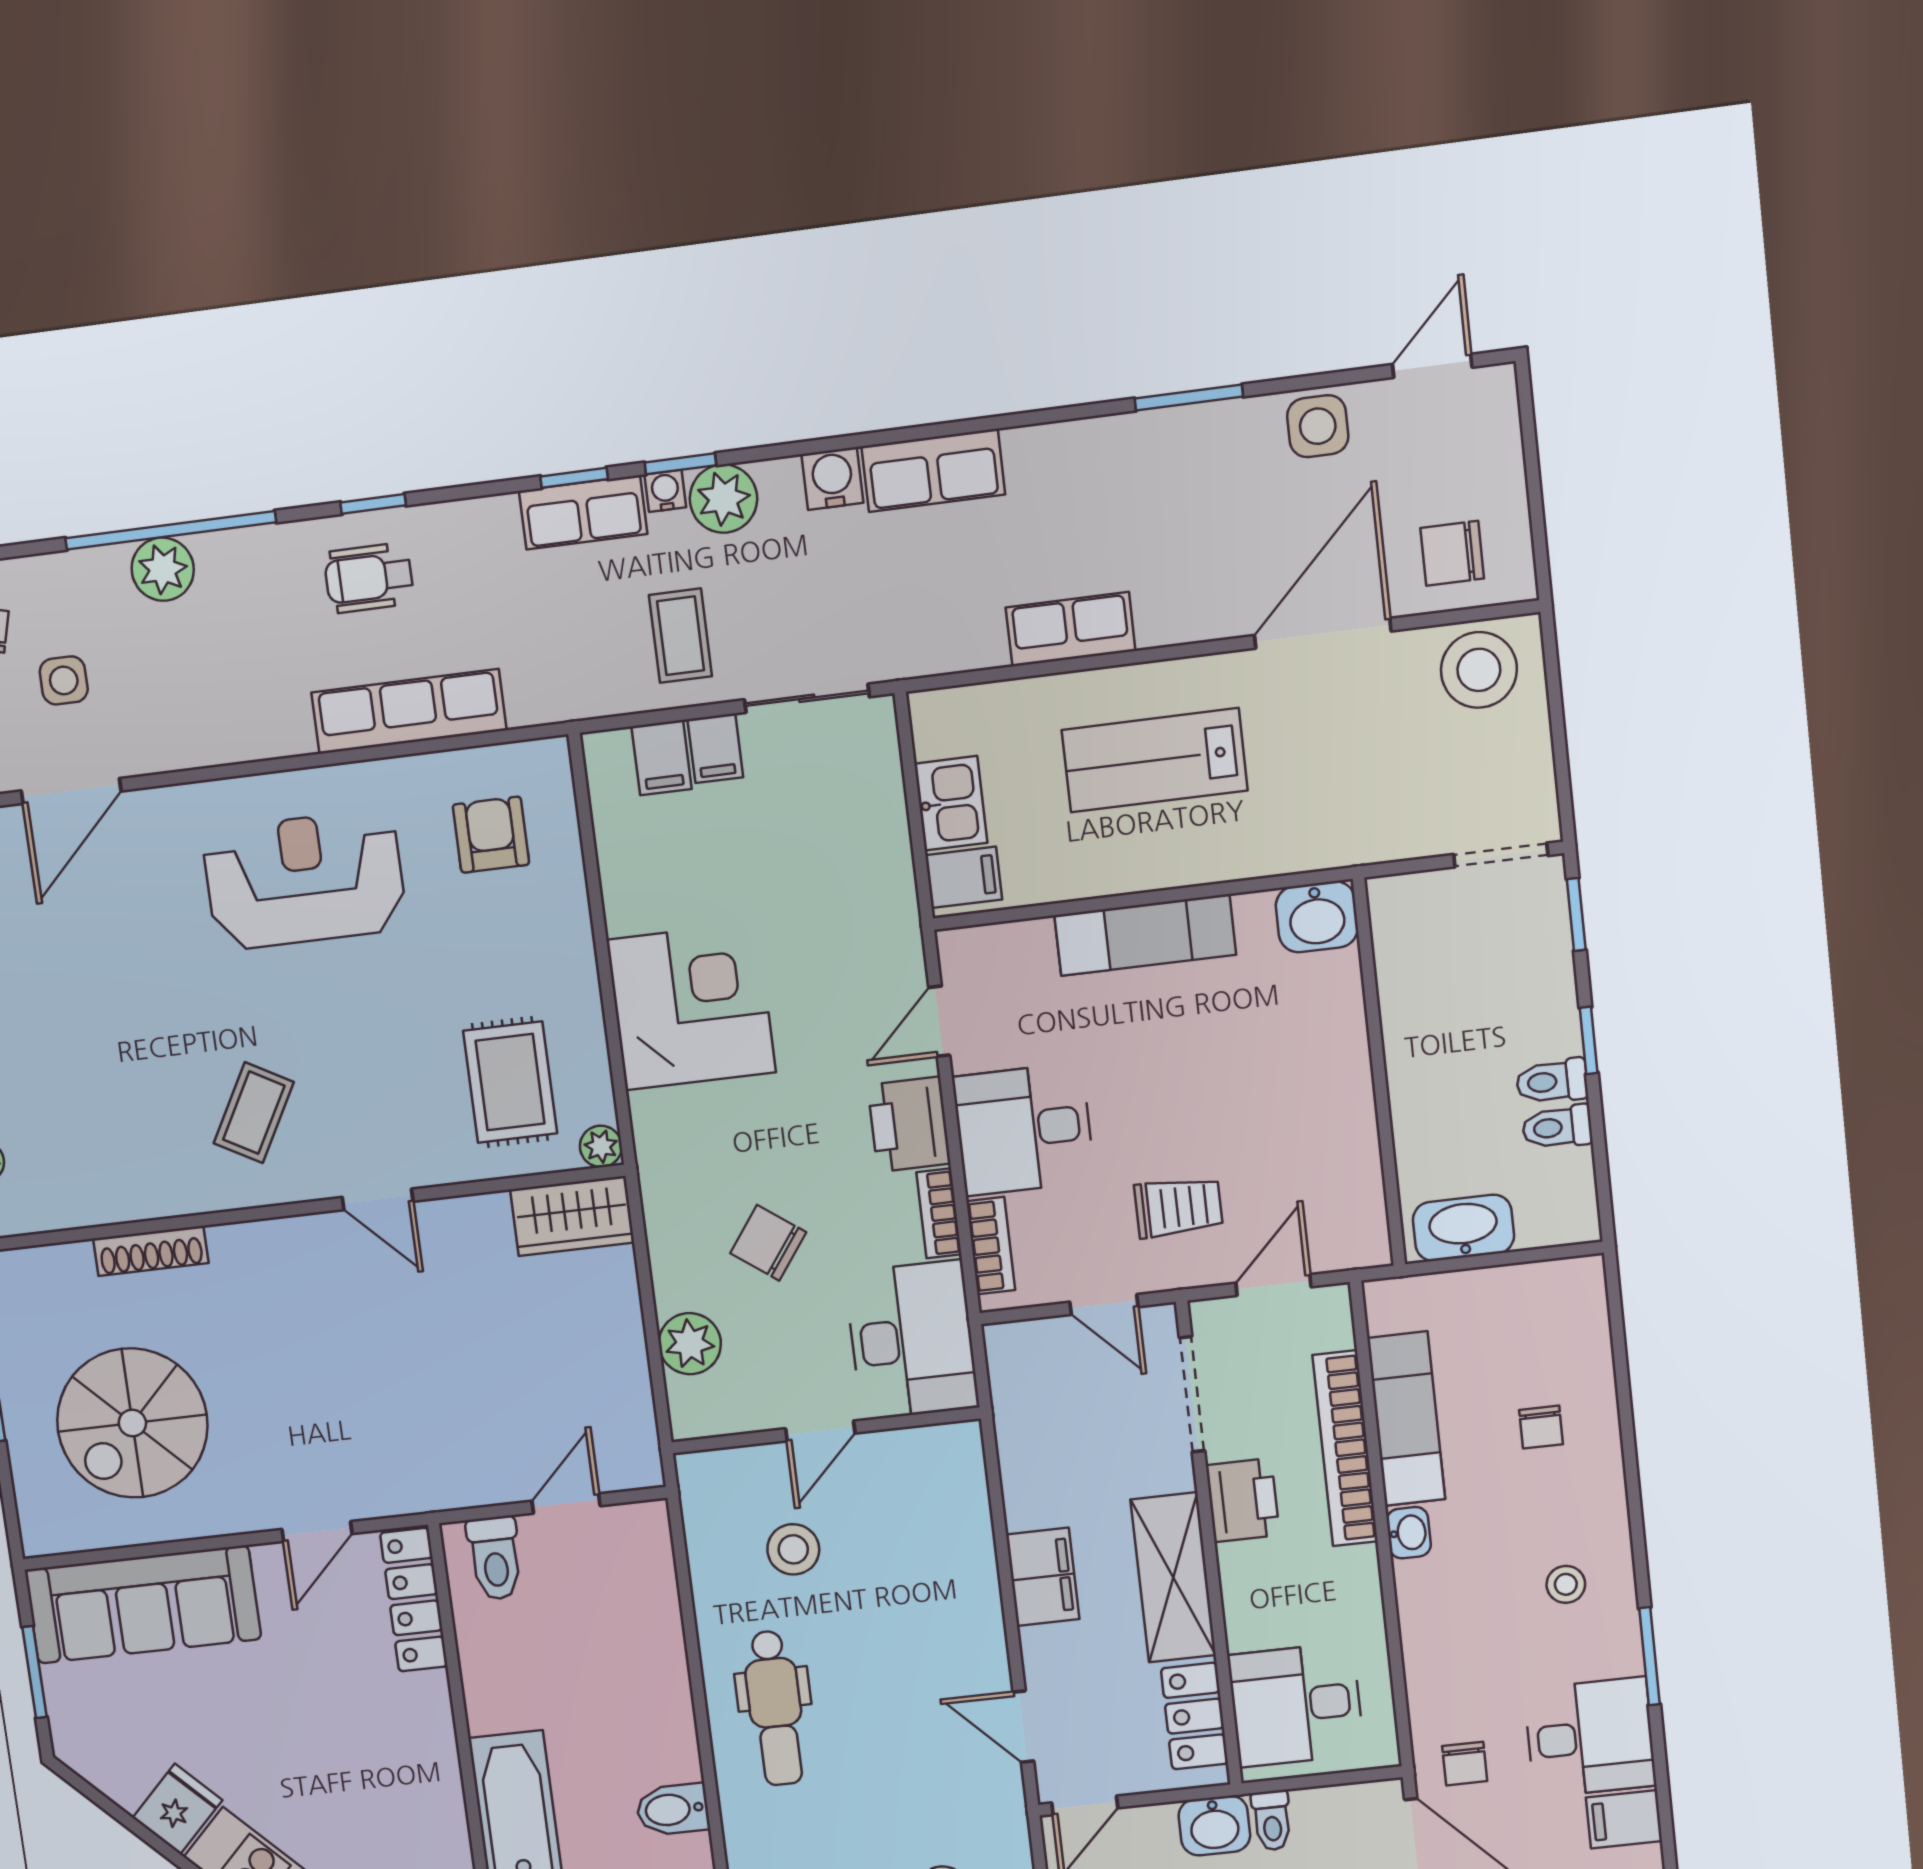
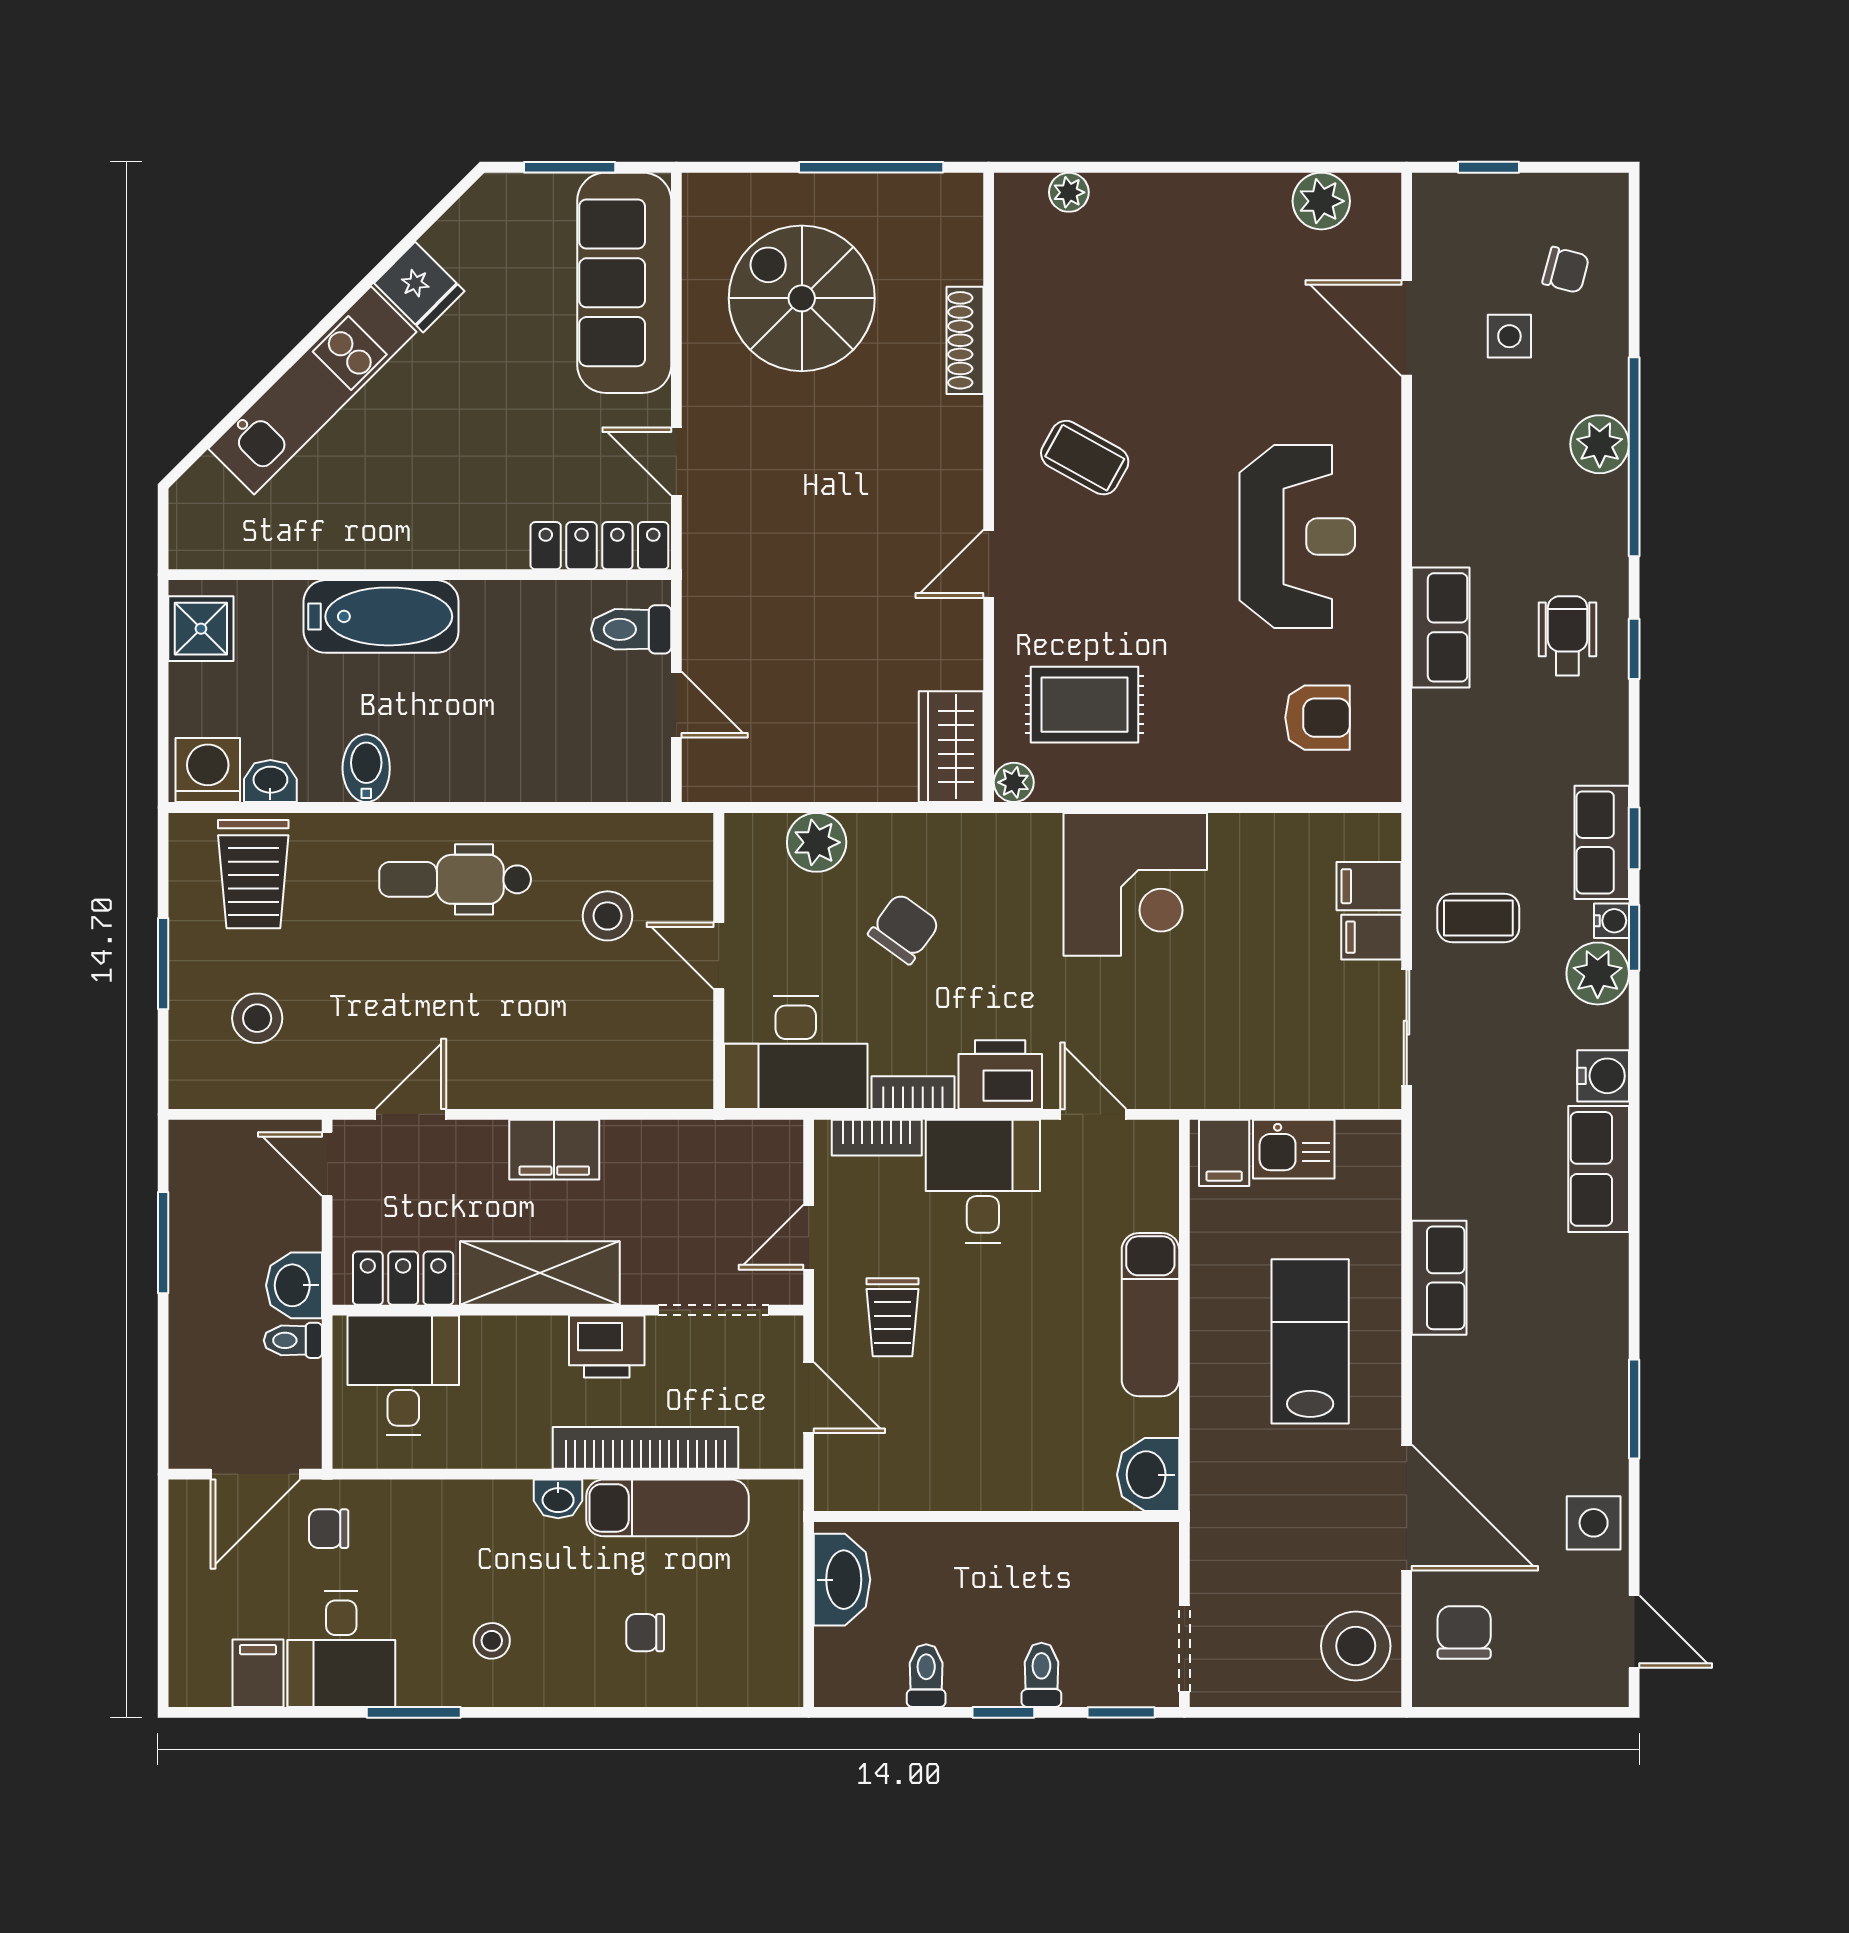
row of seats: (409, 711) -> (1441, 627), width x0.68
toilet: (1552, 1081) -> (1041, 1675), moved

